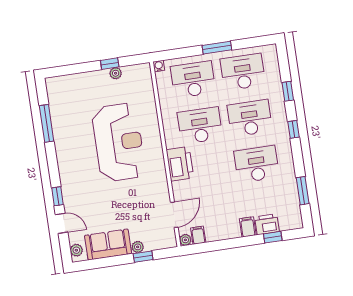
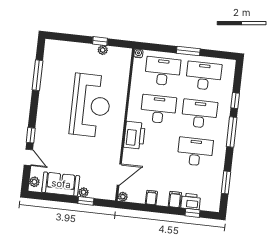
window: (293, 129) -> (232, 132), width x2.17
filing cabinet: (198, 235) -> (151, 198), moved

